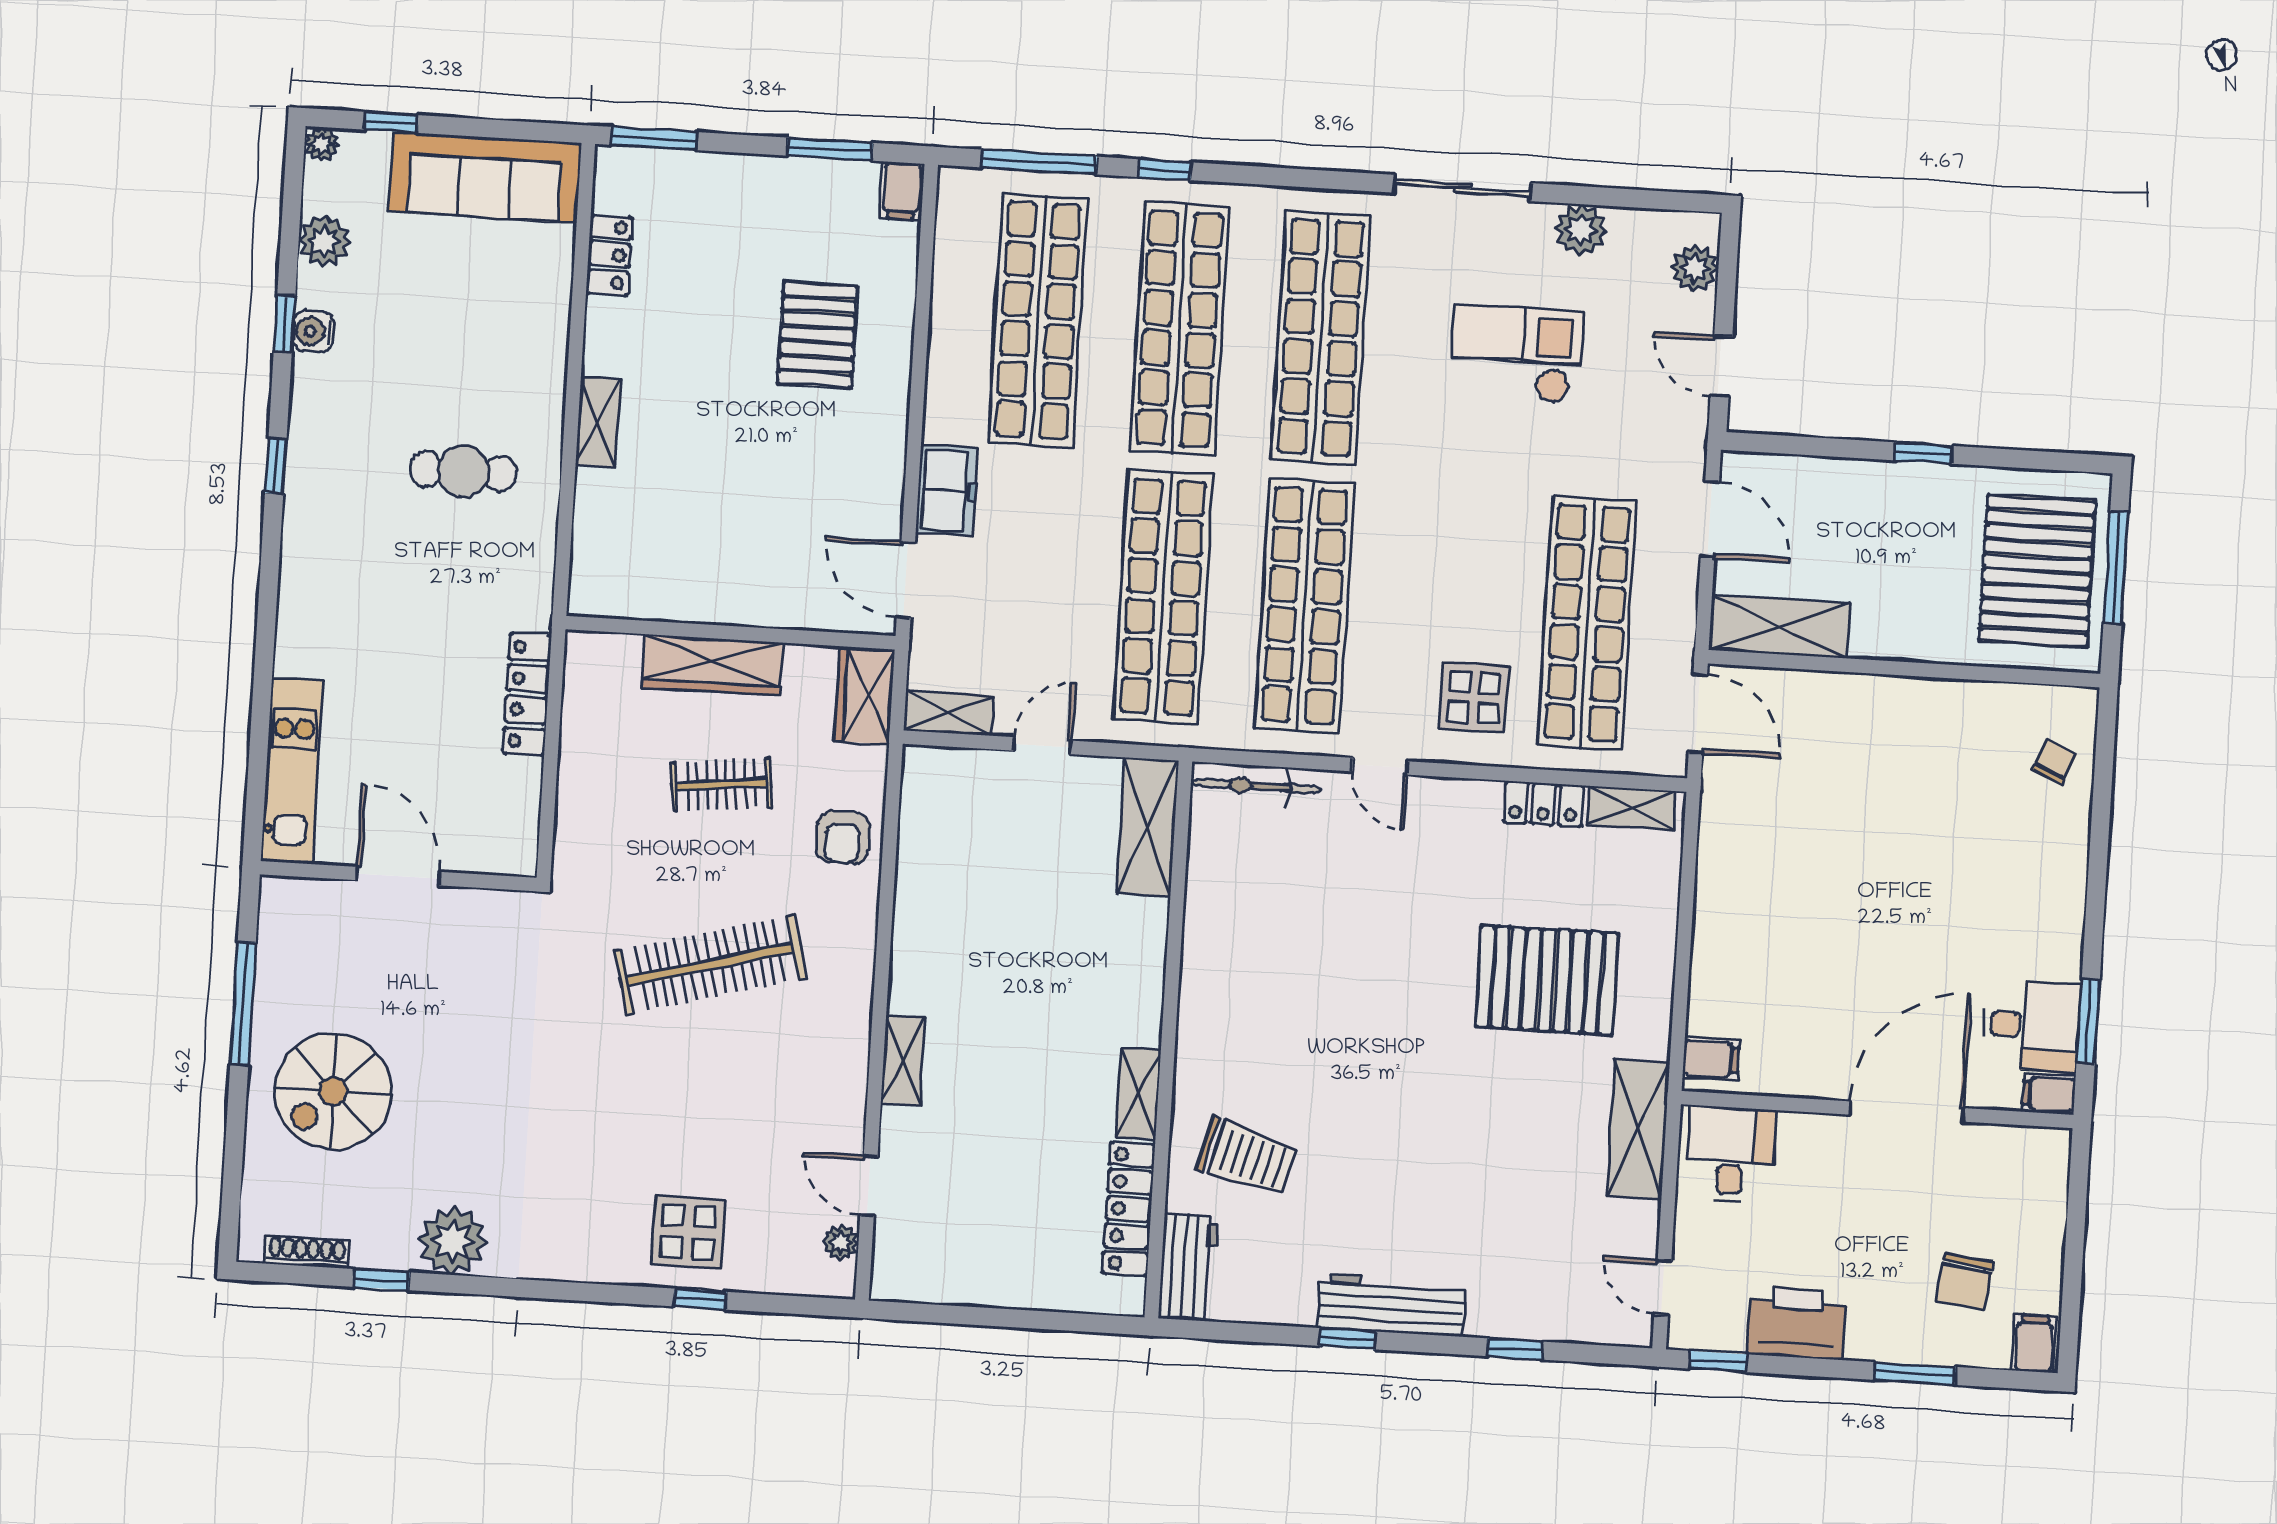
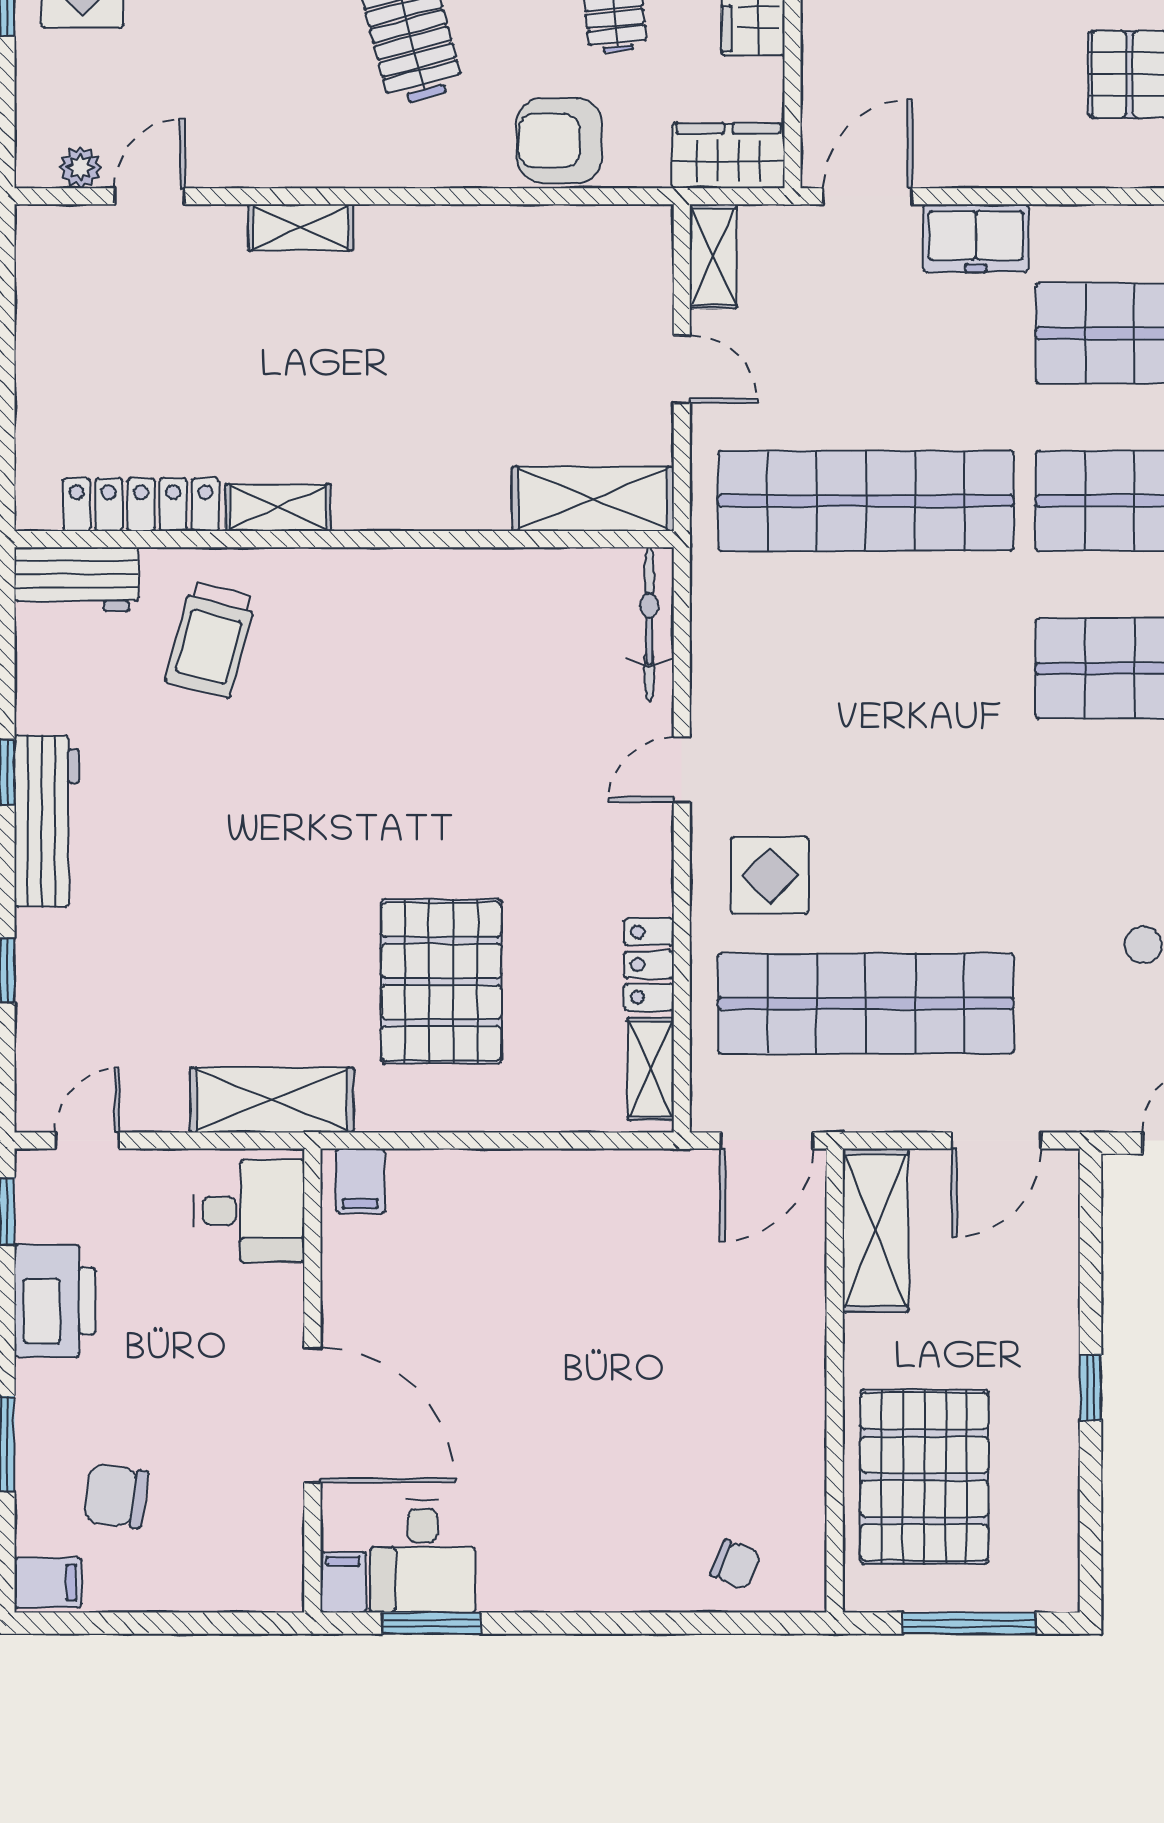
pallet: (2037, 571) -> (924, 1477), moved, turned 90
shop shelf: (1304, 606) -> (866, 668), removed
armchair: (843, 837) -> (559, 140), width x1.38, depth x1.38

